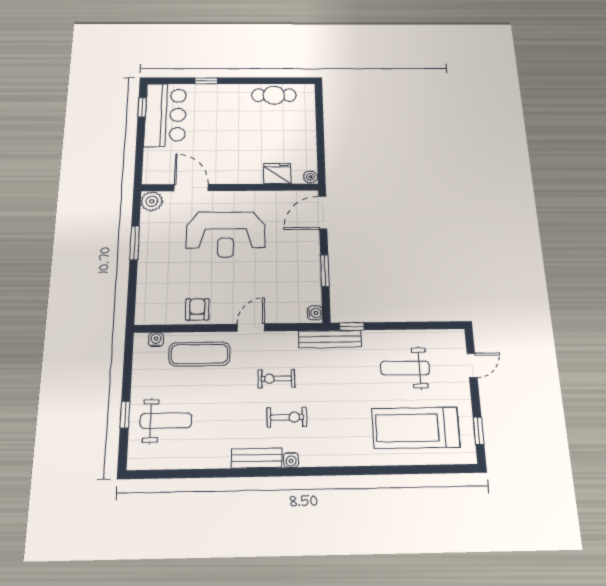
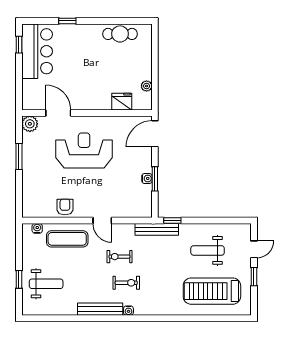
plant: (310, 177) -> (147, 86), moved
reception desk: (226, 234) -> (84, 150), turned 180
water cooler: (315, 313) -> (147, 178), moved
door: (251, 328) -> (102, 221), swing flipped
window: (478, 431) -> (254, 277), moved
bench: (257, 458) -> (100, 309), width x1.36

